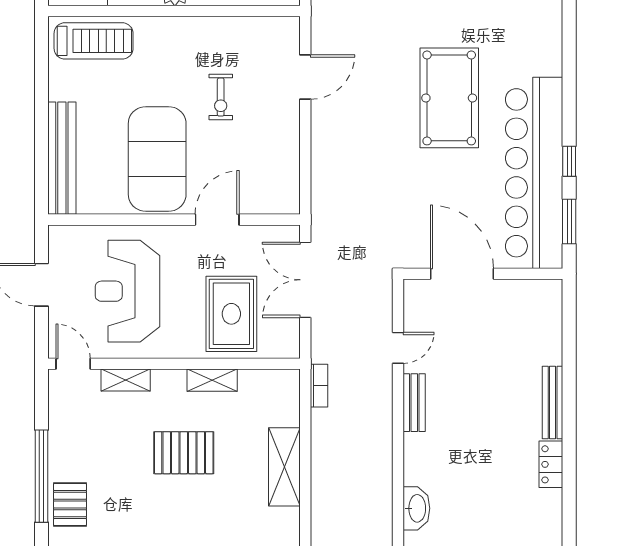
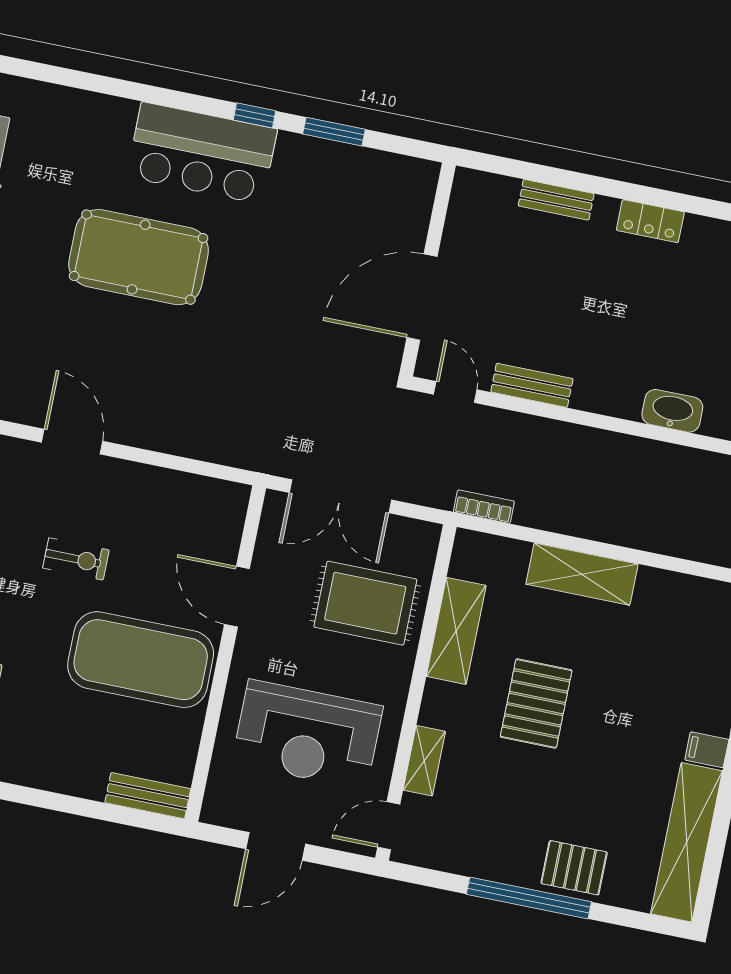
bench: (62, 158) -> (148, 796), width x0.54, depth x0.82
bar counter: (534, 173) -> (202, 153), width x0.54
door: (462, 274) -> (422, 297), moved
wall: (483, 274) -> (428, 269), moved
shelving: (212, 380) -> (456, 631), width x1.50, depth x1.33
bench: (553, 403) -> (556, 200), width x0.73

